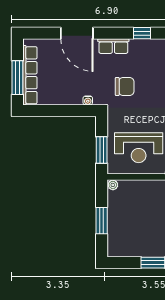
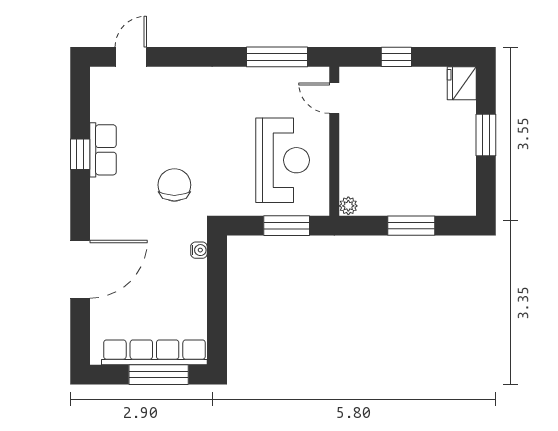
row of seats: (113, 46) -> (103, 150), moved

